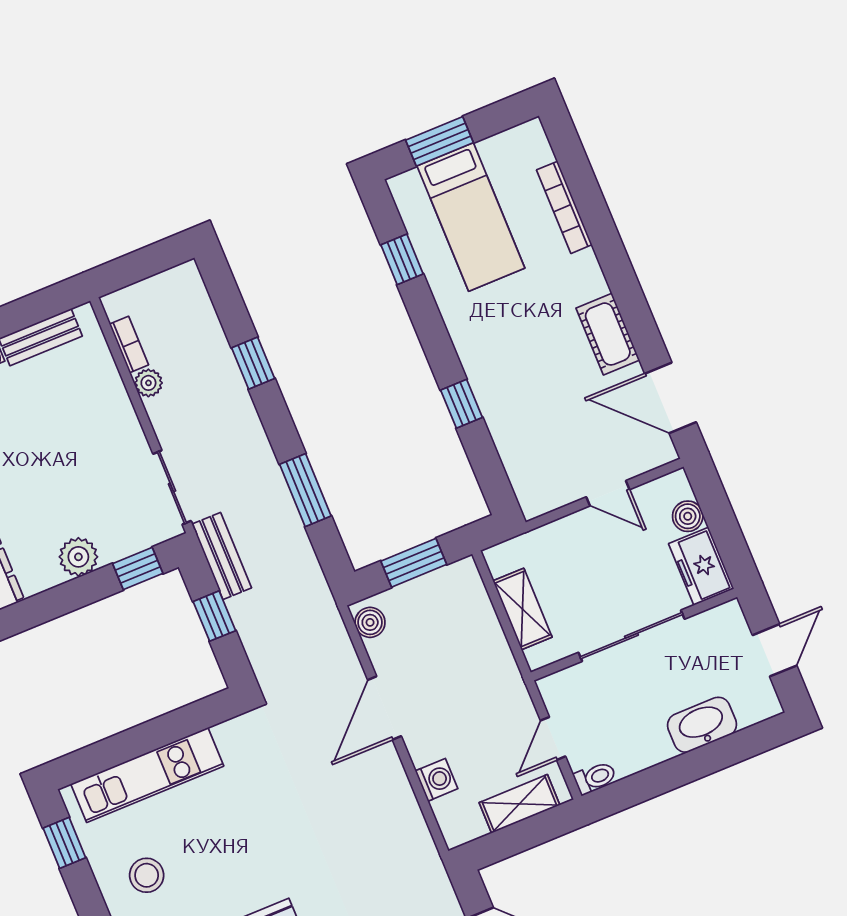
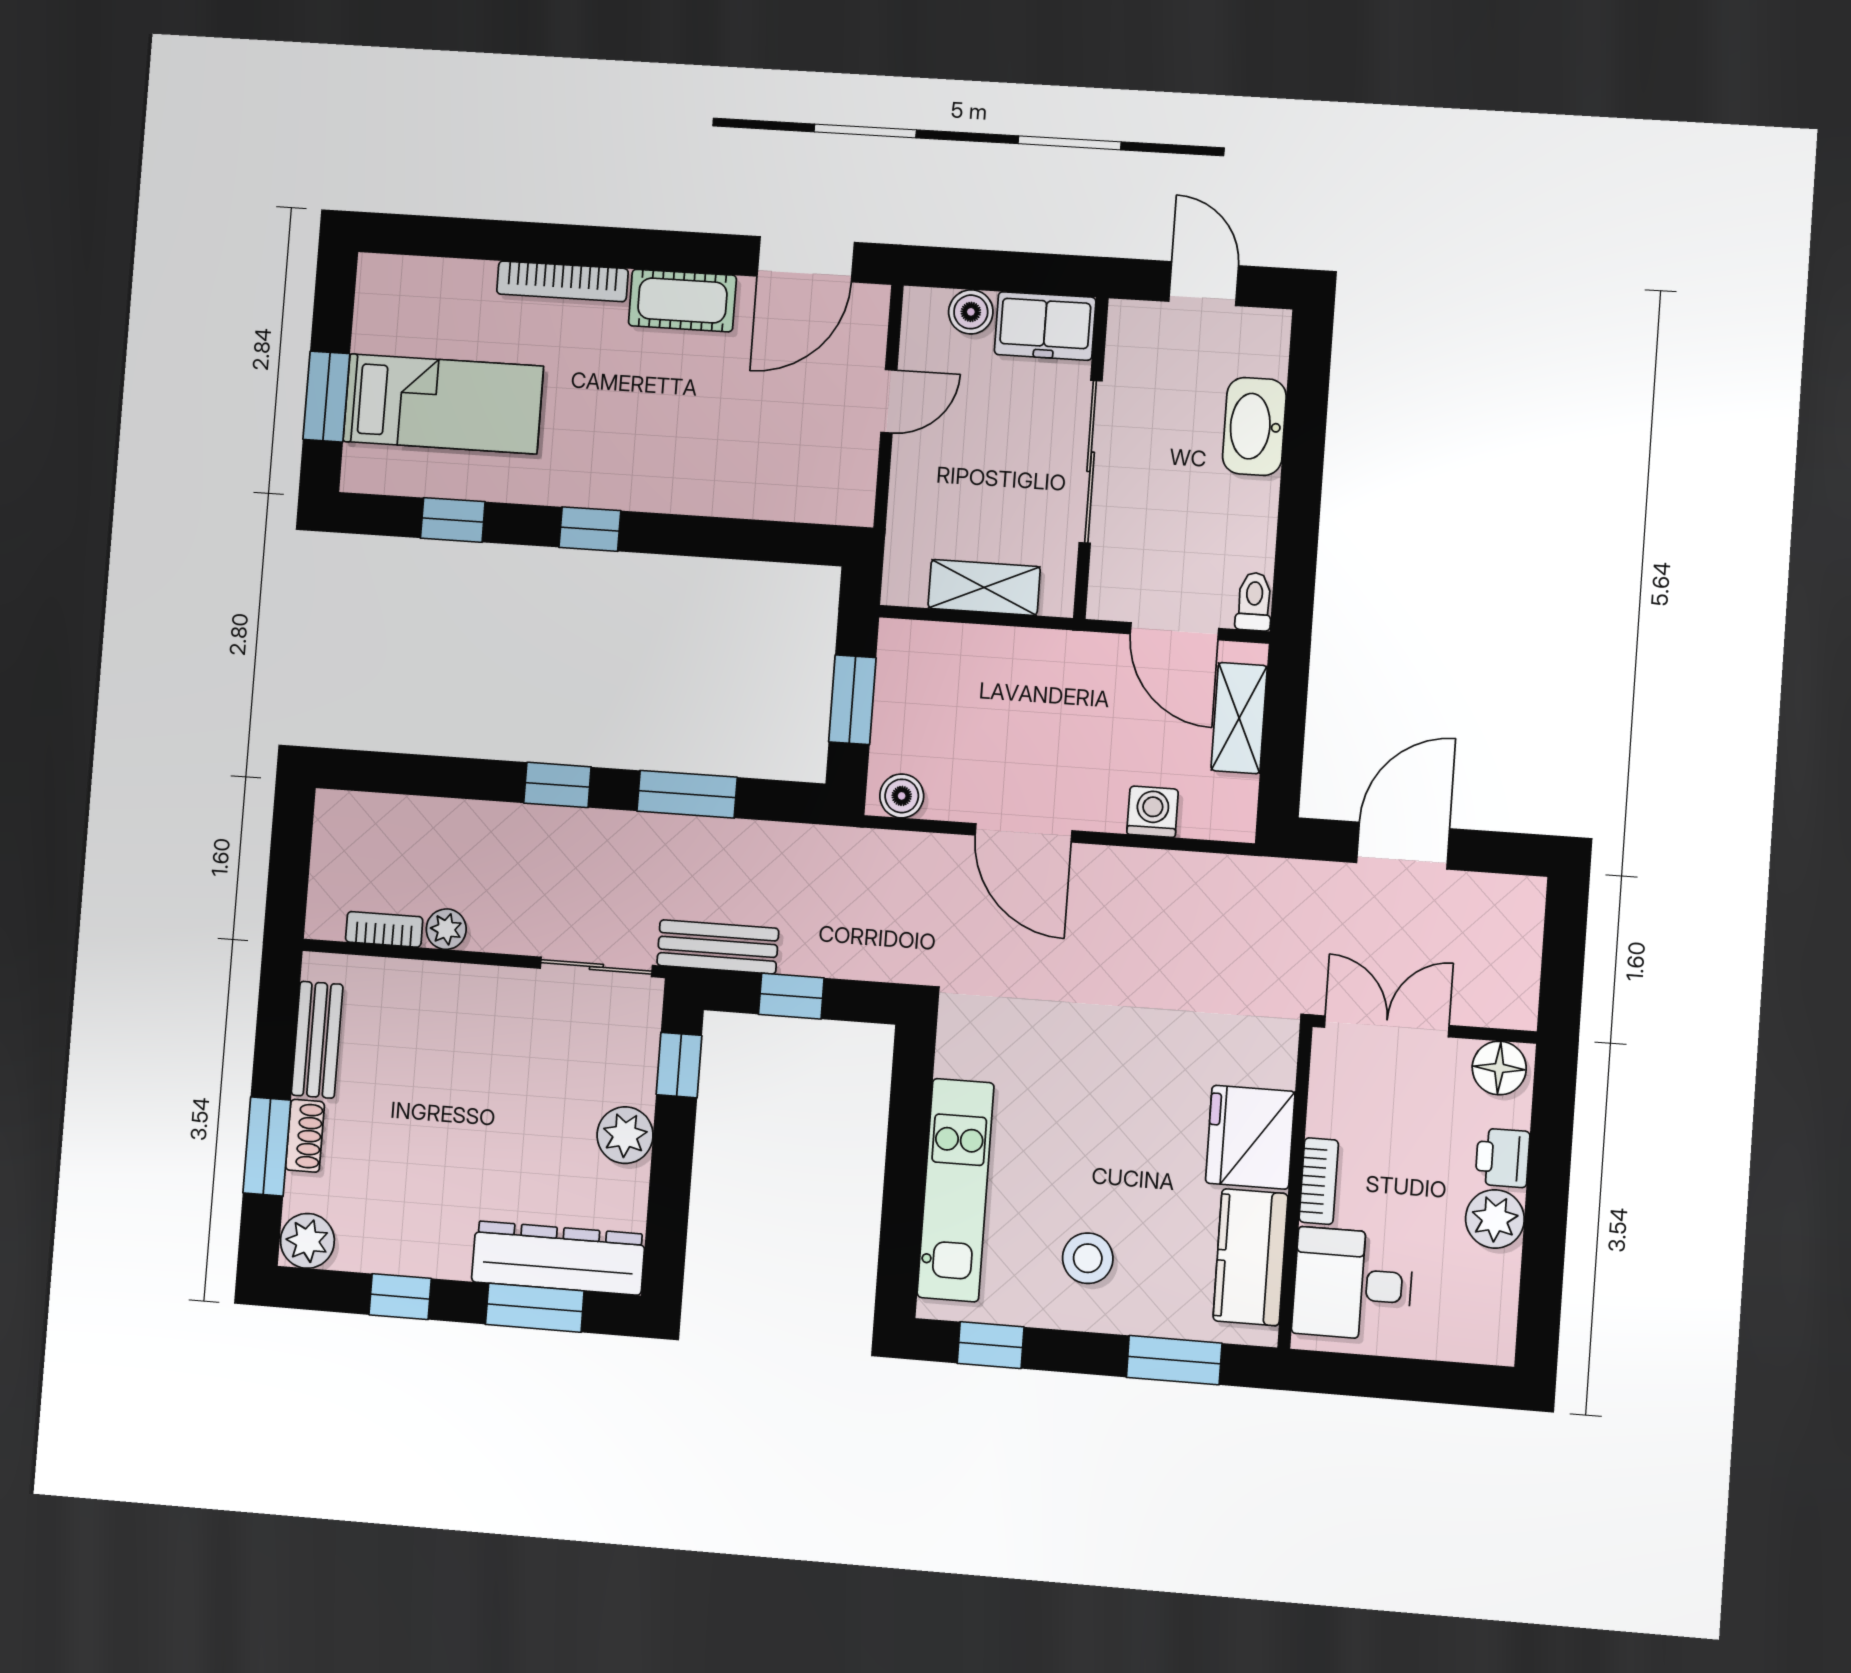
bookcase: (564, 207) -> (562, 281), moved
window: (253, 363) -> (557, 785), moved
window: (462, 404) -> (590, 529), moved
door: (553, 738) -> (1175, 631), width x1.37

